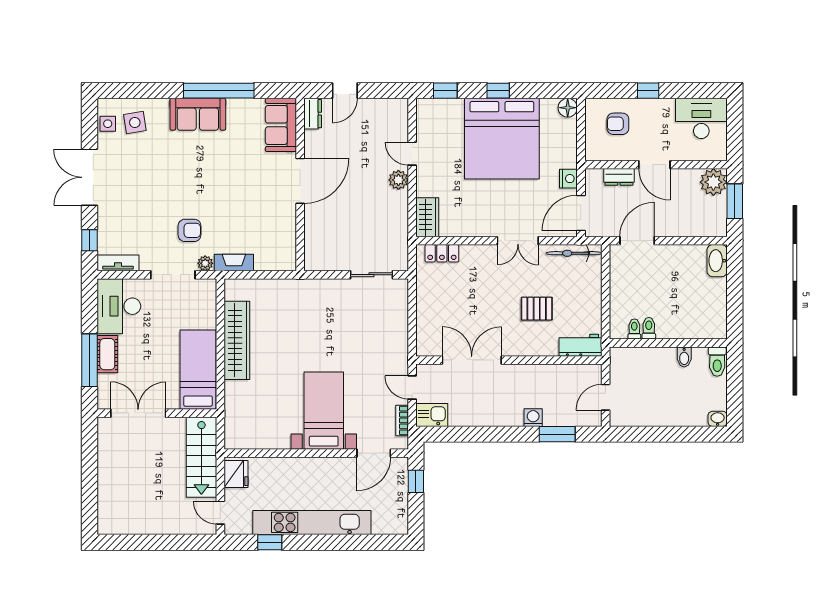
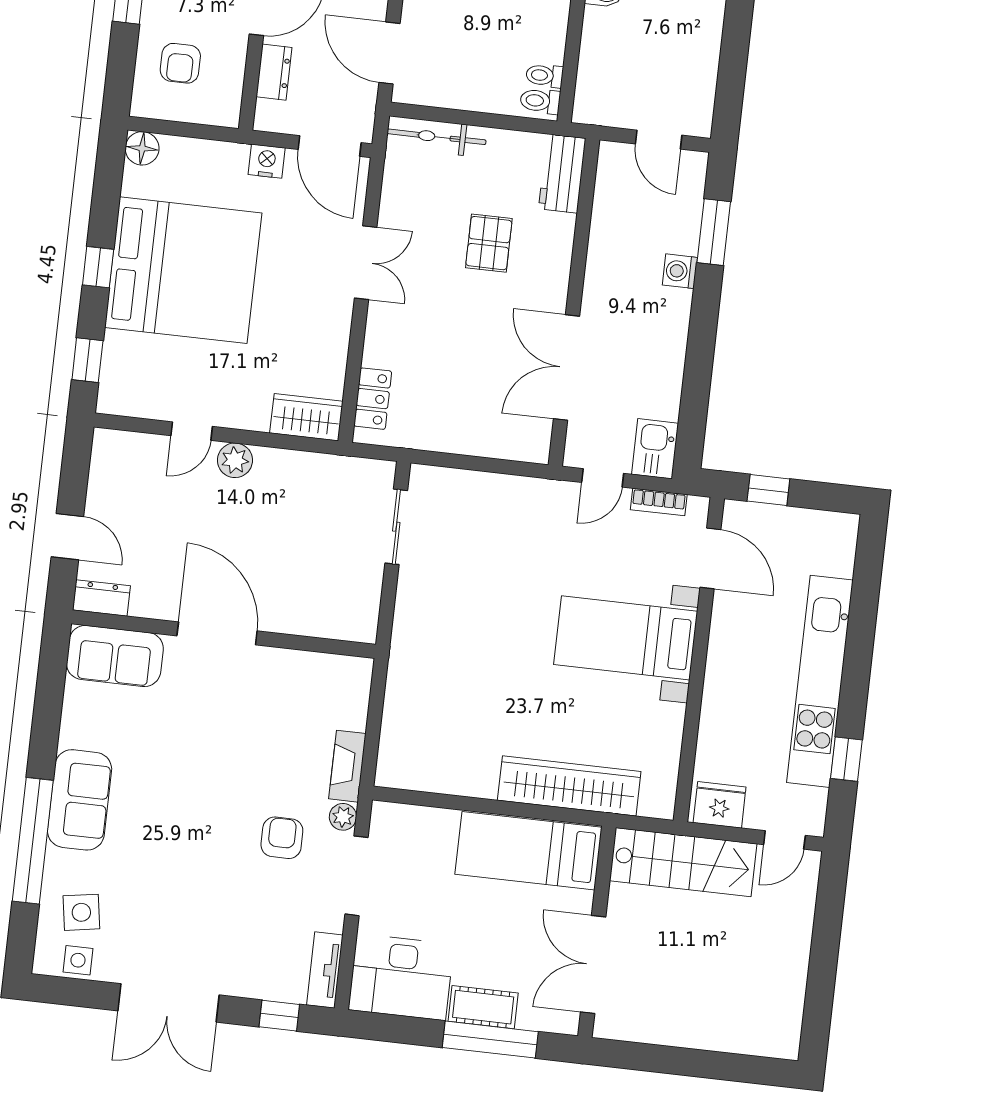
window: (219, 91) -> (33, 841), moved
bicycle: (574, 253) -> (436, 137), moved, turned 90
toilet: (649, 328) -> (540, 101), moved
wardrobe: (237, 340) -> (569, 786), moved

